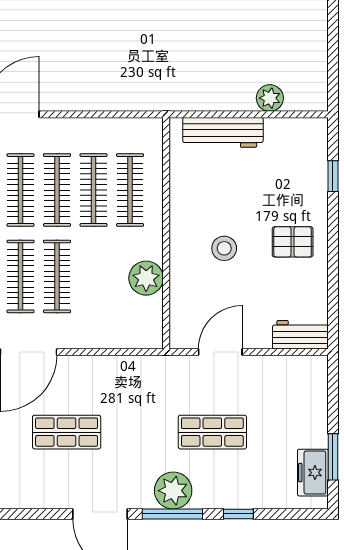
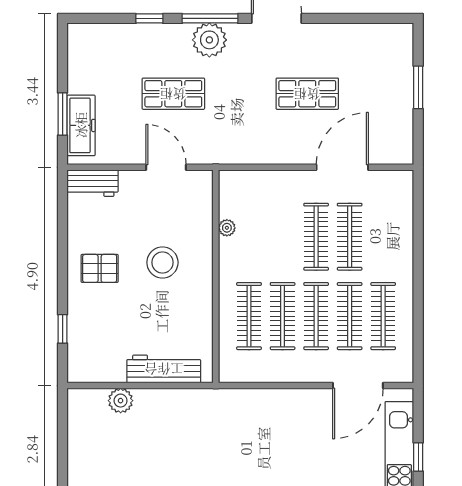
stool: (224, 248) -> (162, 262), width x1.38, depth x1.38
plant: (146, 278) -> (227, 228), width x0.53, depth x0.53
door: (220, 352) -> (166, 167), swing flipped
window: (333, 457) -> (63, 114), moved
freezer: (313, 473) -> (81, 125), moved, width x1.40

